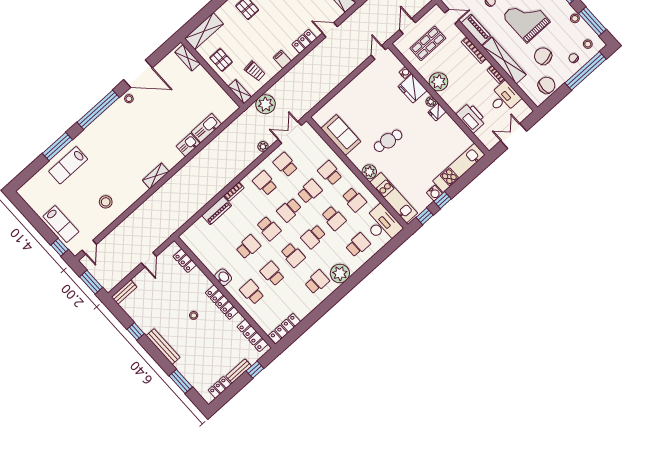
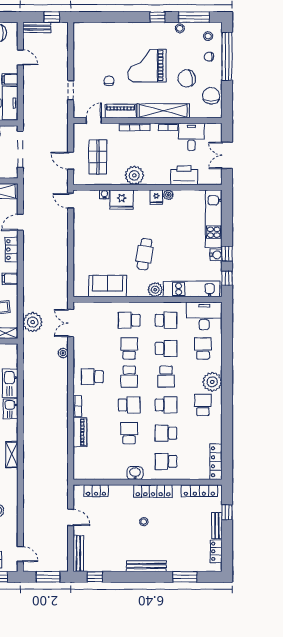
plant: (431, 102) -> (168, 195), moved
school desk: (285, 165) -> (92, 348), removed
bench: (124, 292) -> (78, 554), width x1.36
window: (136, 331) -> (95, 577), moved

